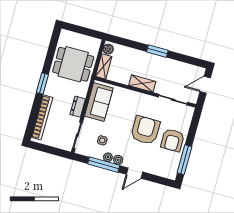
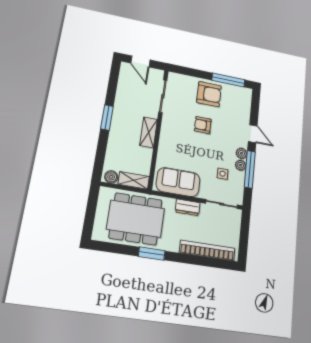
dining table: (73, 64) -> (136, 219), width x1.38
window: (42, 83) -> (152, 254), moved
armchair: (145, 130) -> (203, 125), width x0.53, depth x0.53

